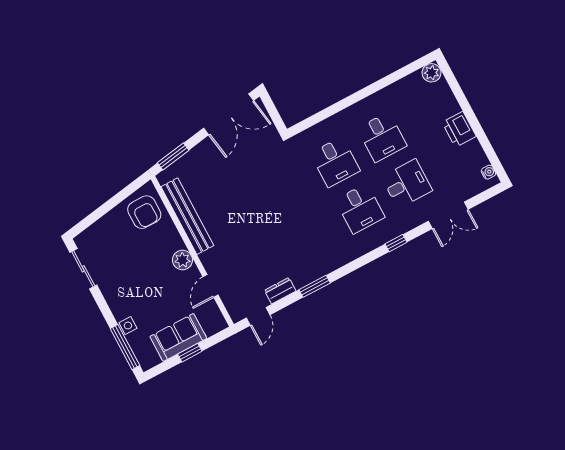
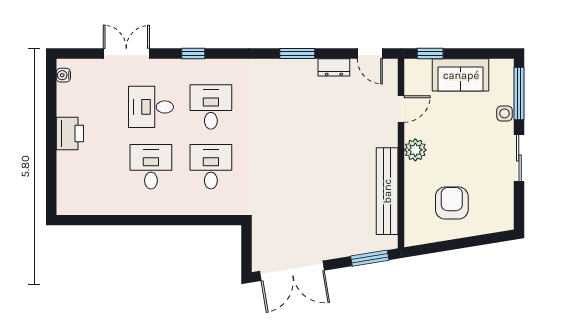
plant: (431, 73) -> (67, 205), removed
double door: (229, 114) -> (292, 271), swing flipped
armchair: (144, 212) -> (452, 203), moved
sliding door: (83, 269) -> (519, 158), moved
door: (258, 316) -> (370, 53), swing flipped
window: (190, 353) -> (430, 53), moved

